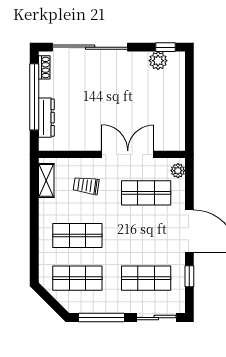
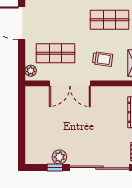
window: (166, 47) -> (55, 168), moved
plant: (158, 61) -> (59, 157), moved

